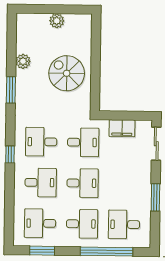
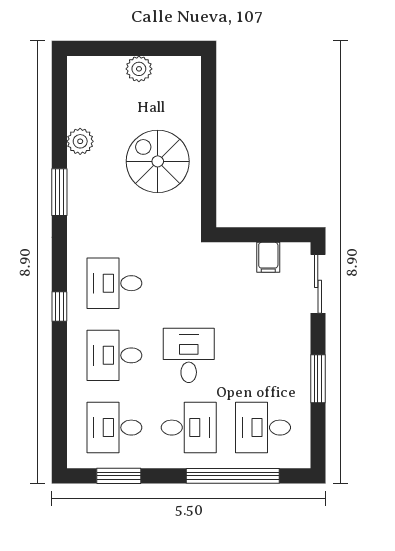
filing cabinet: (122, 128) -> (268, 257), width x0.50
desk: (83, 142) -> (189, 283), removed
desk: (41, 182) -> (114, 355), turned 180
desk: (83, 183) -> (189, 355), turned -90

